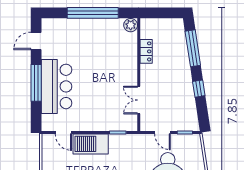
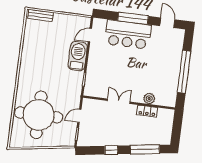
plant: (131, 25) -> (149, 99), moved
double door: (139, 100) -> (119, 101), moved

